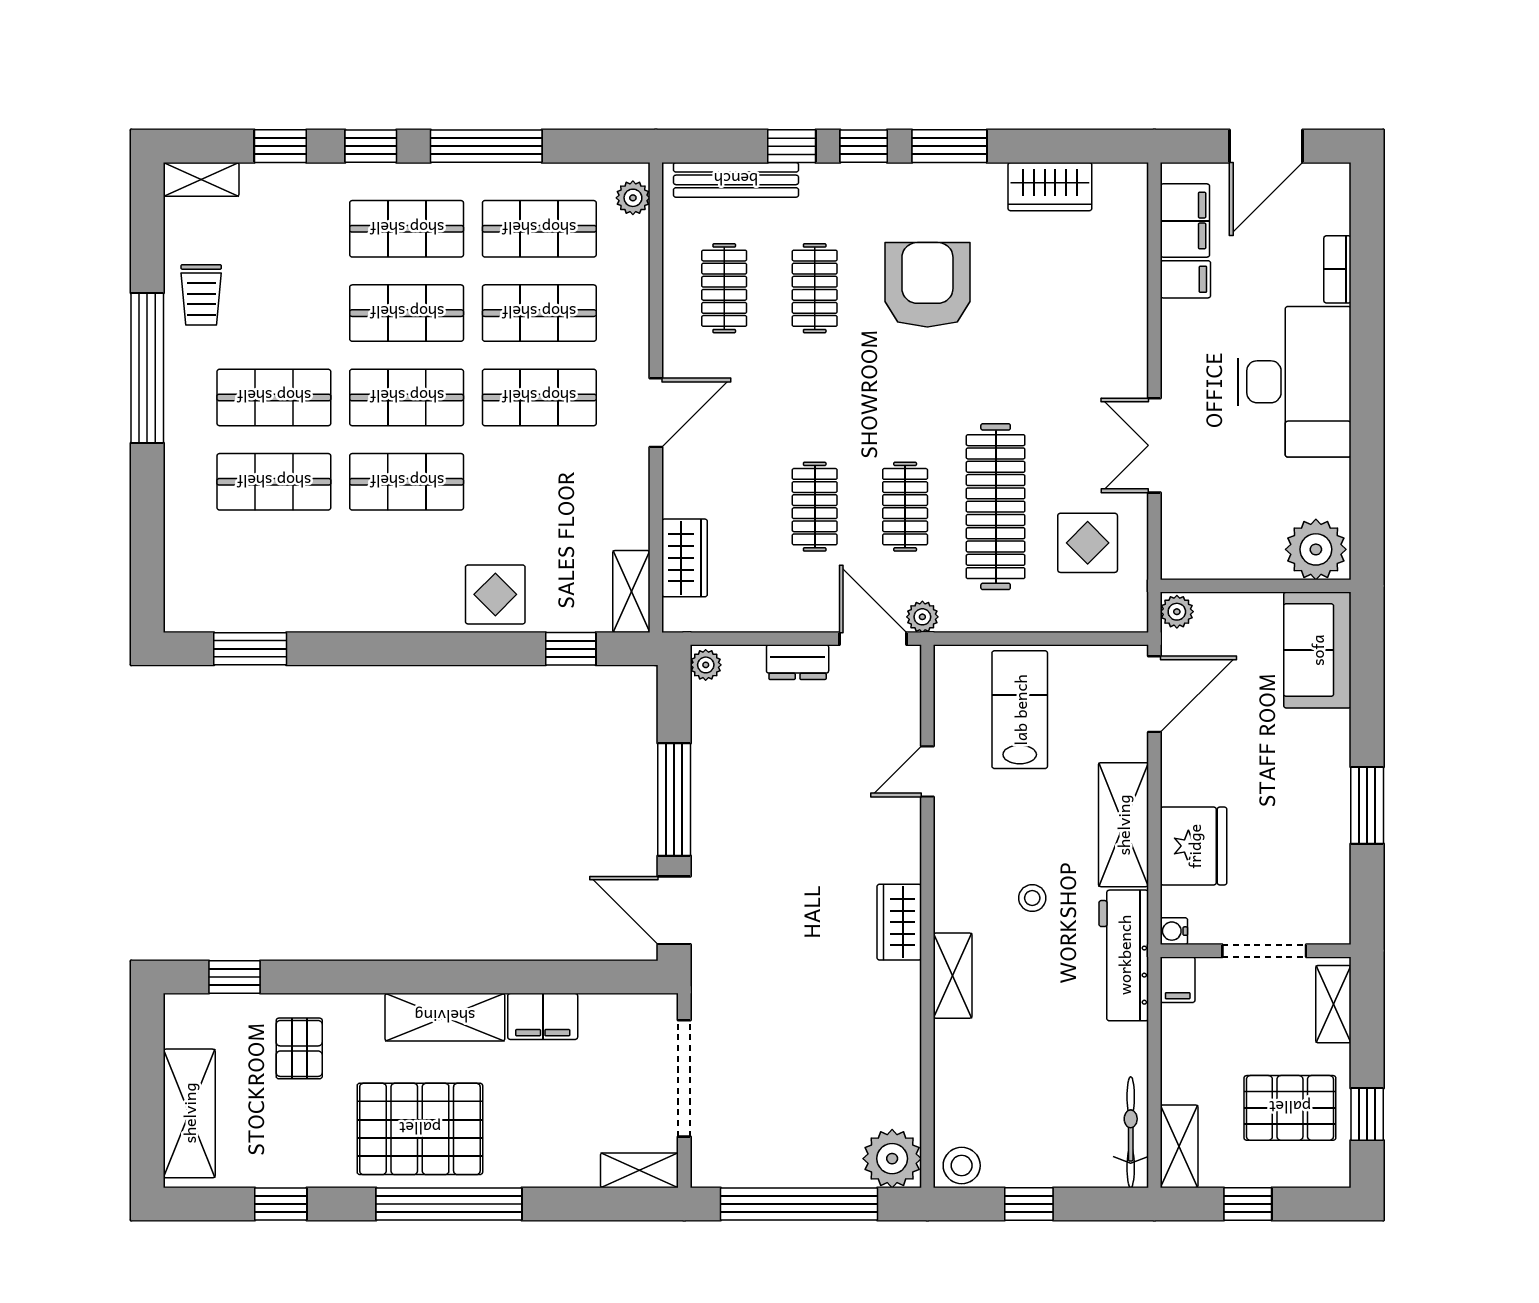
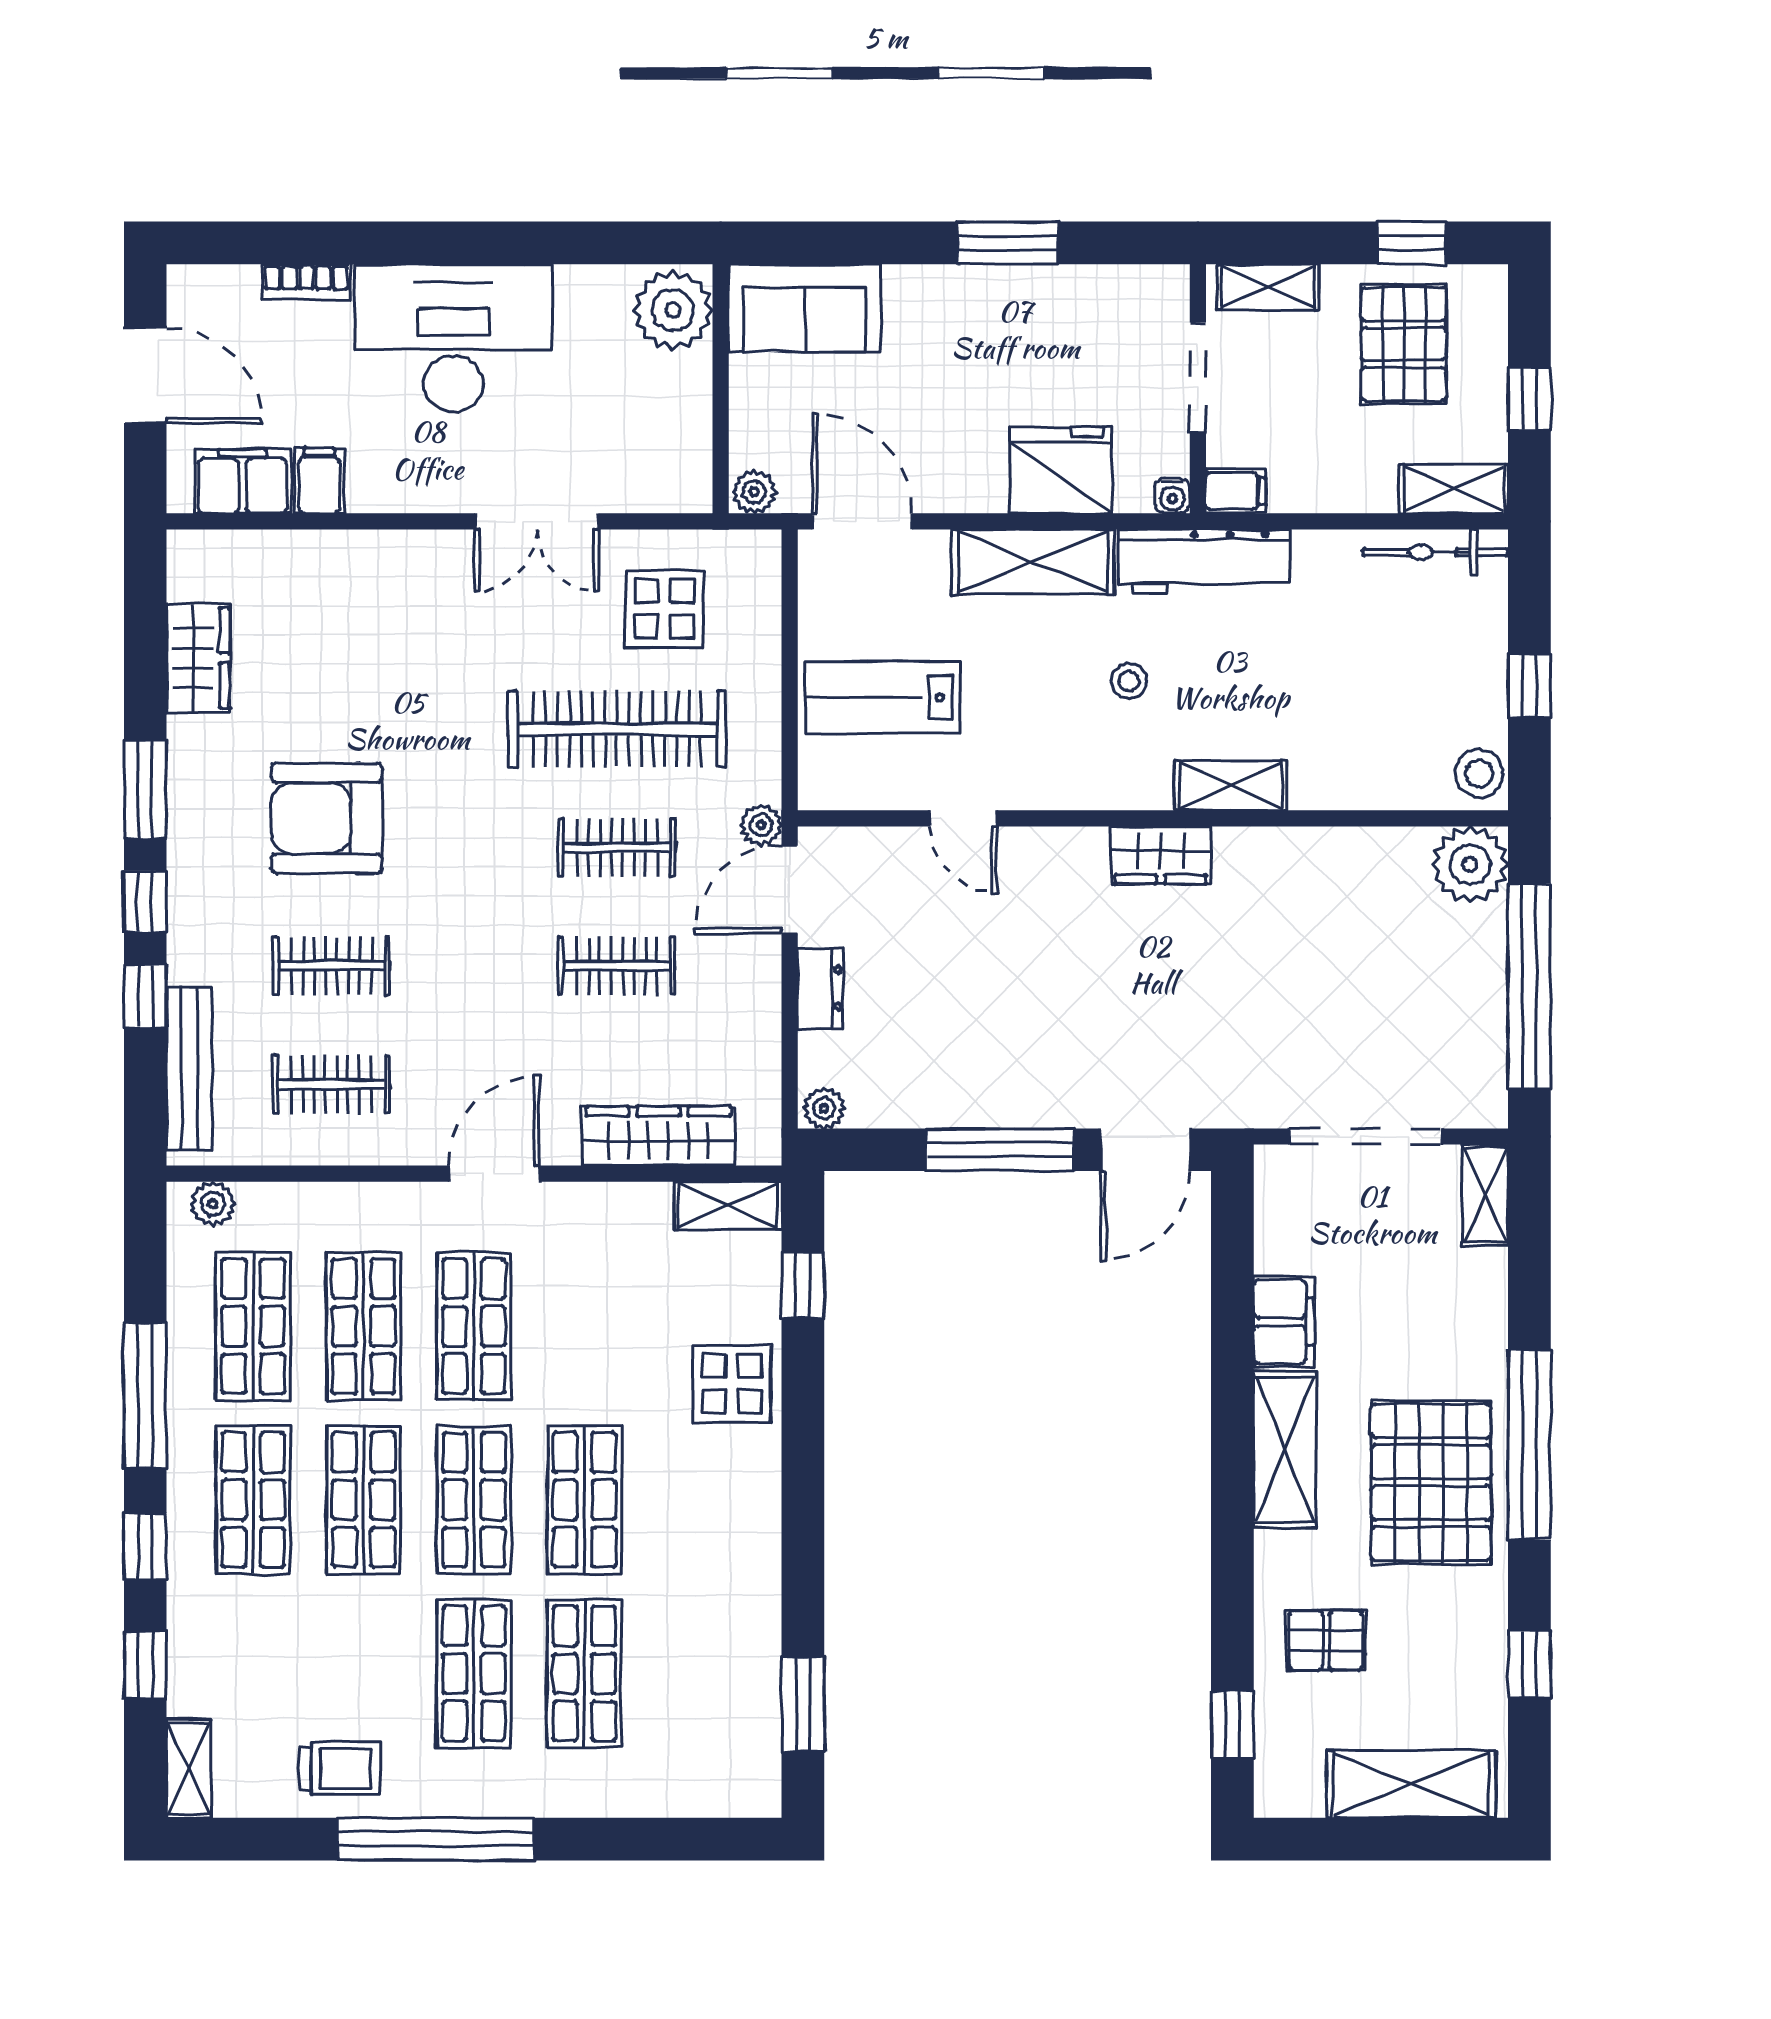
door: (656, 413) -> (494, 1174), hinge flipped
wardrobe: (685, 558) -> (658, 1136), width x1.50

